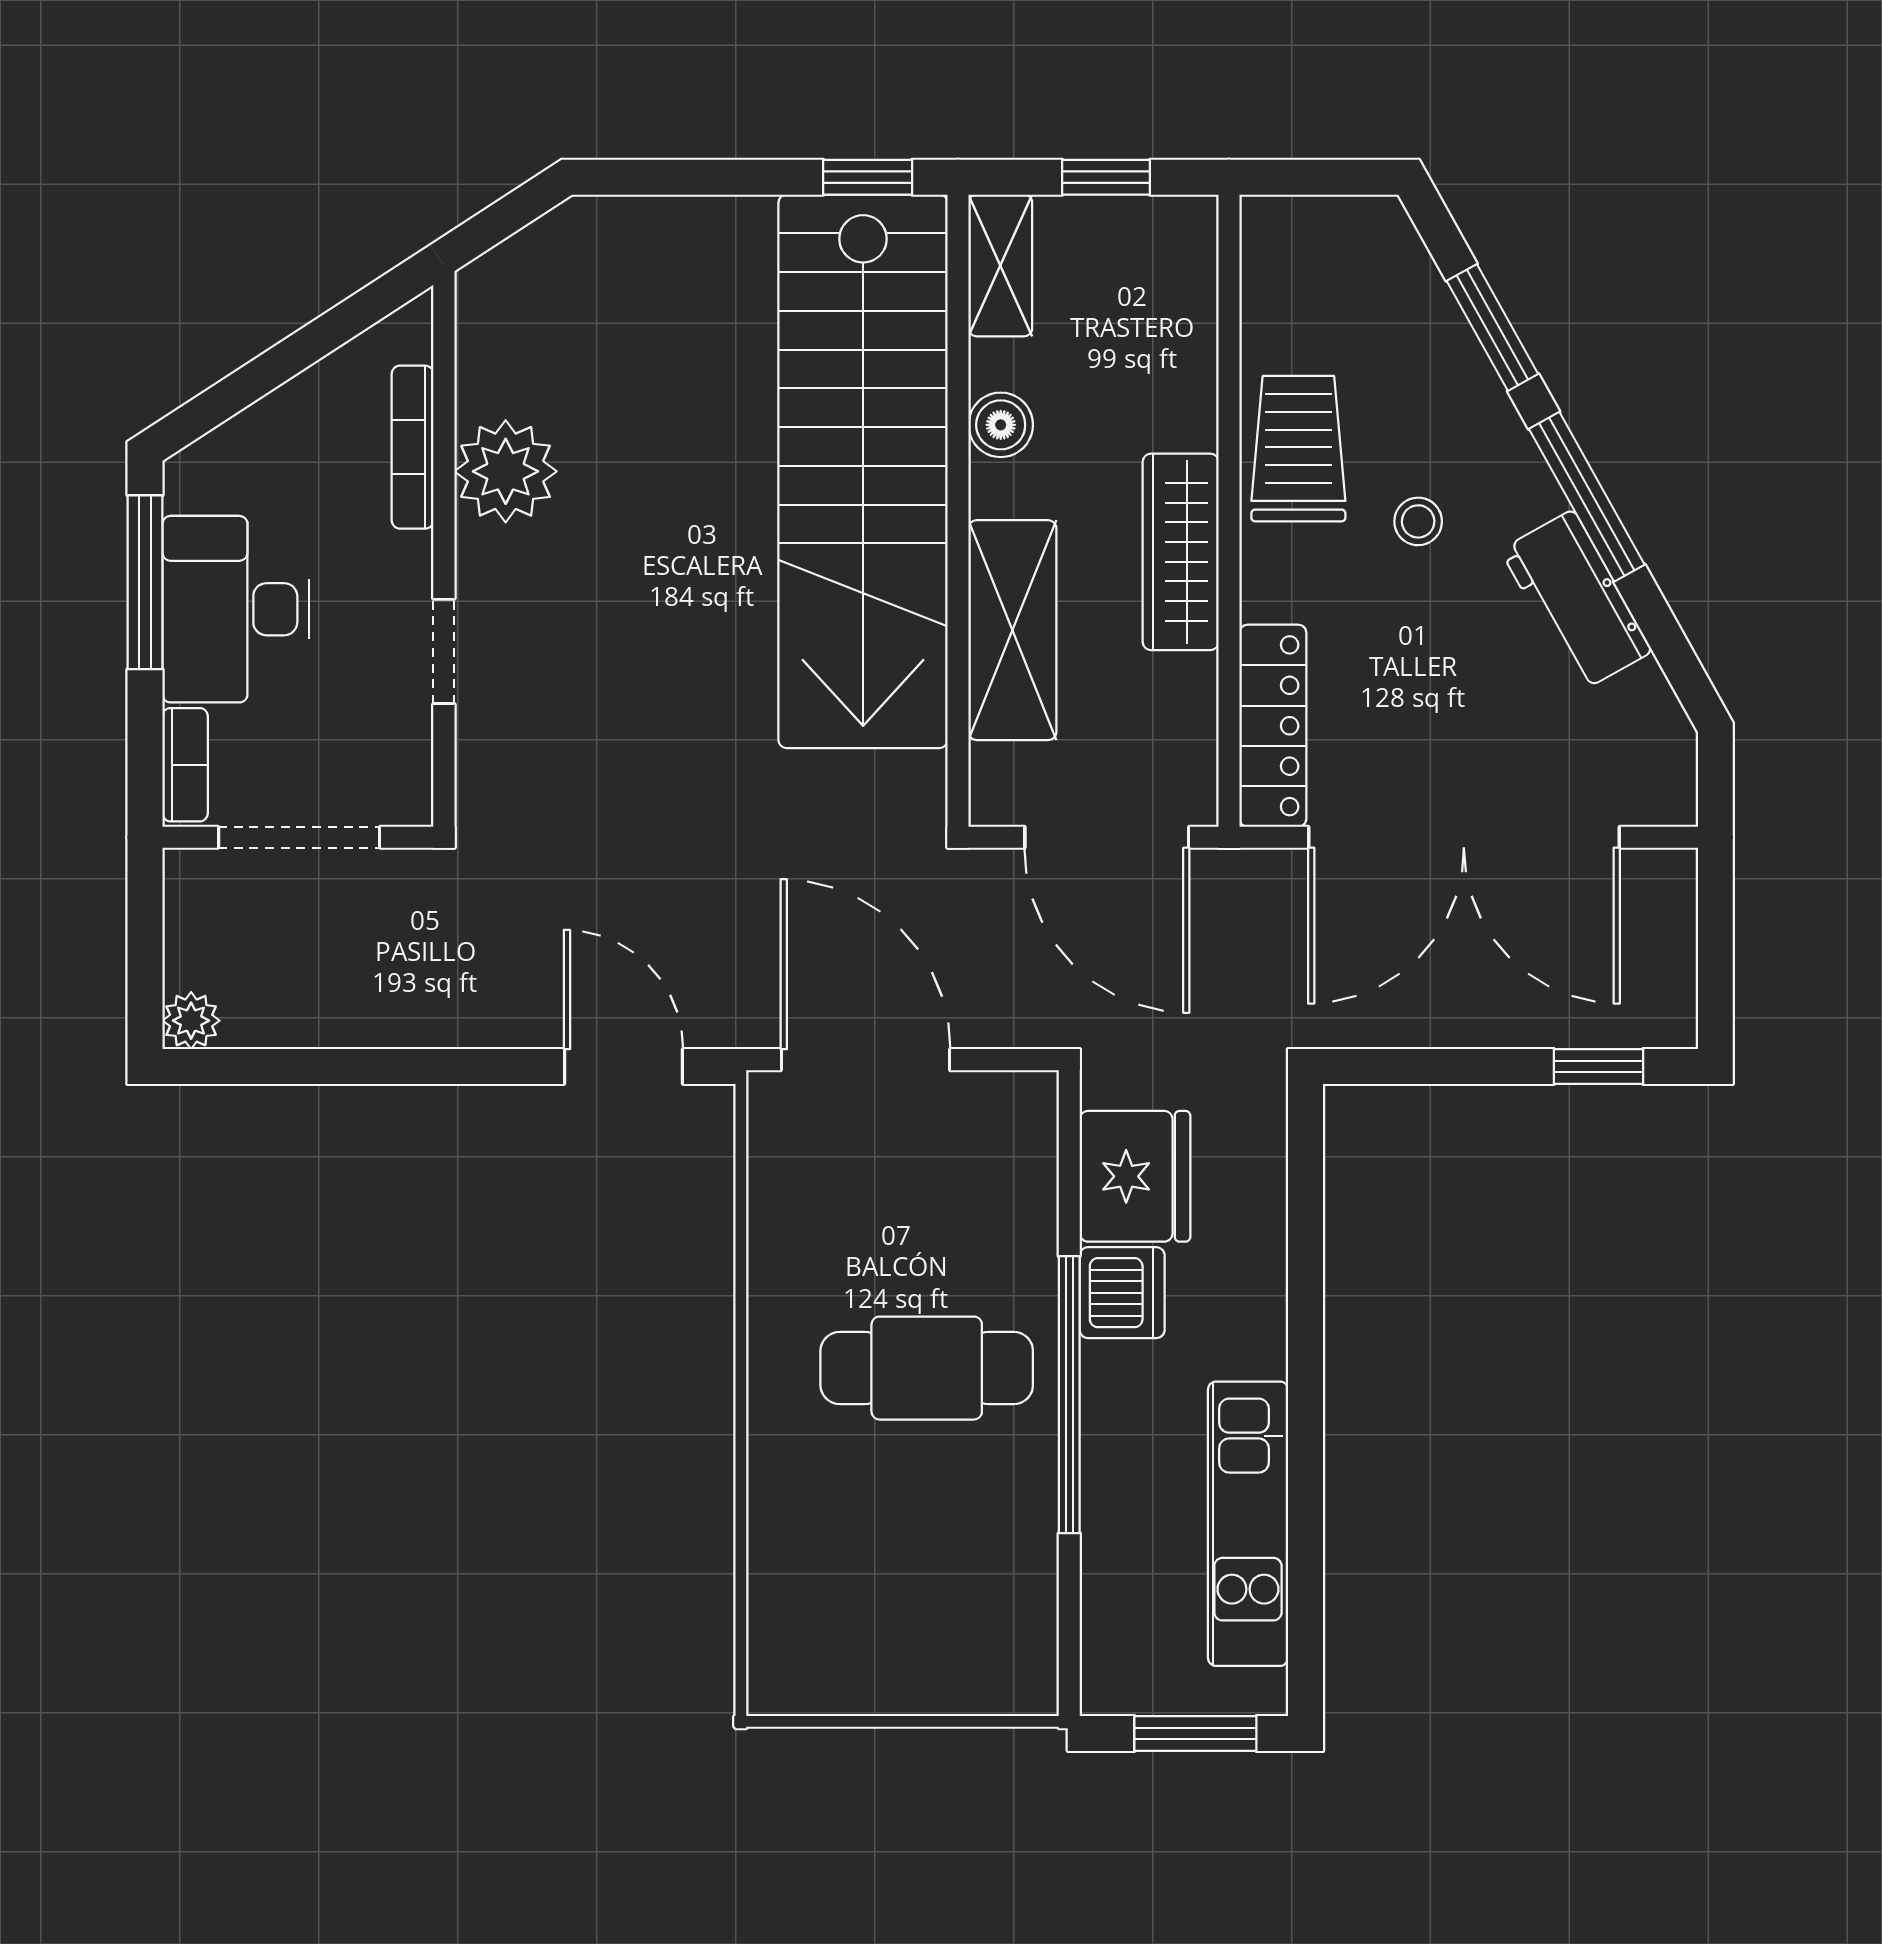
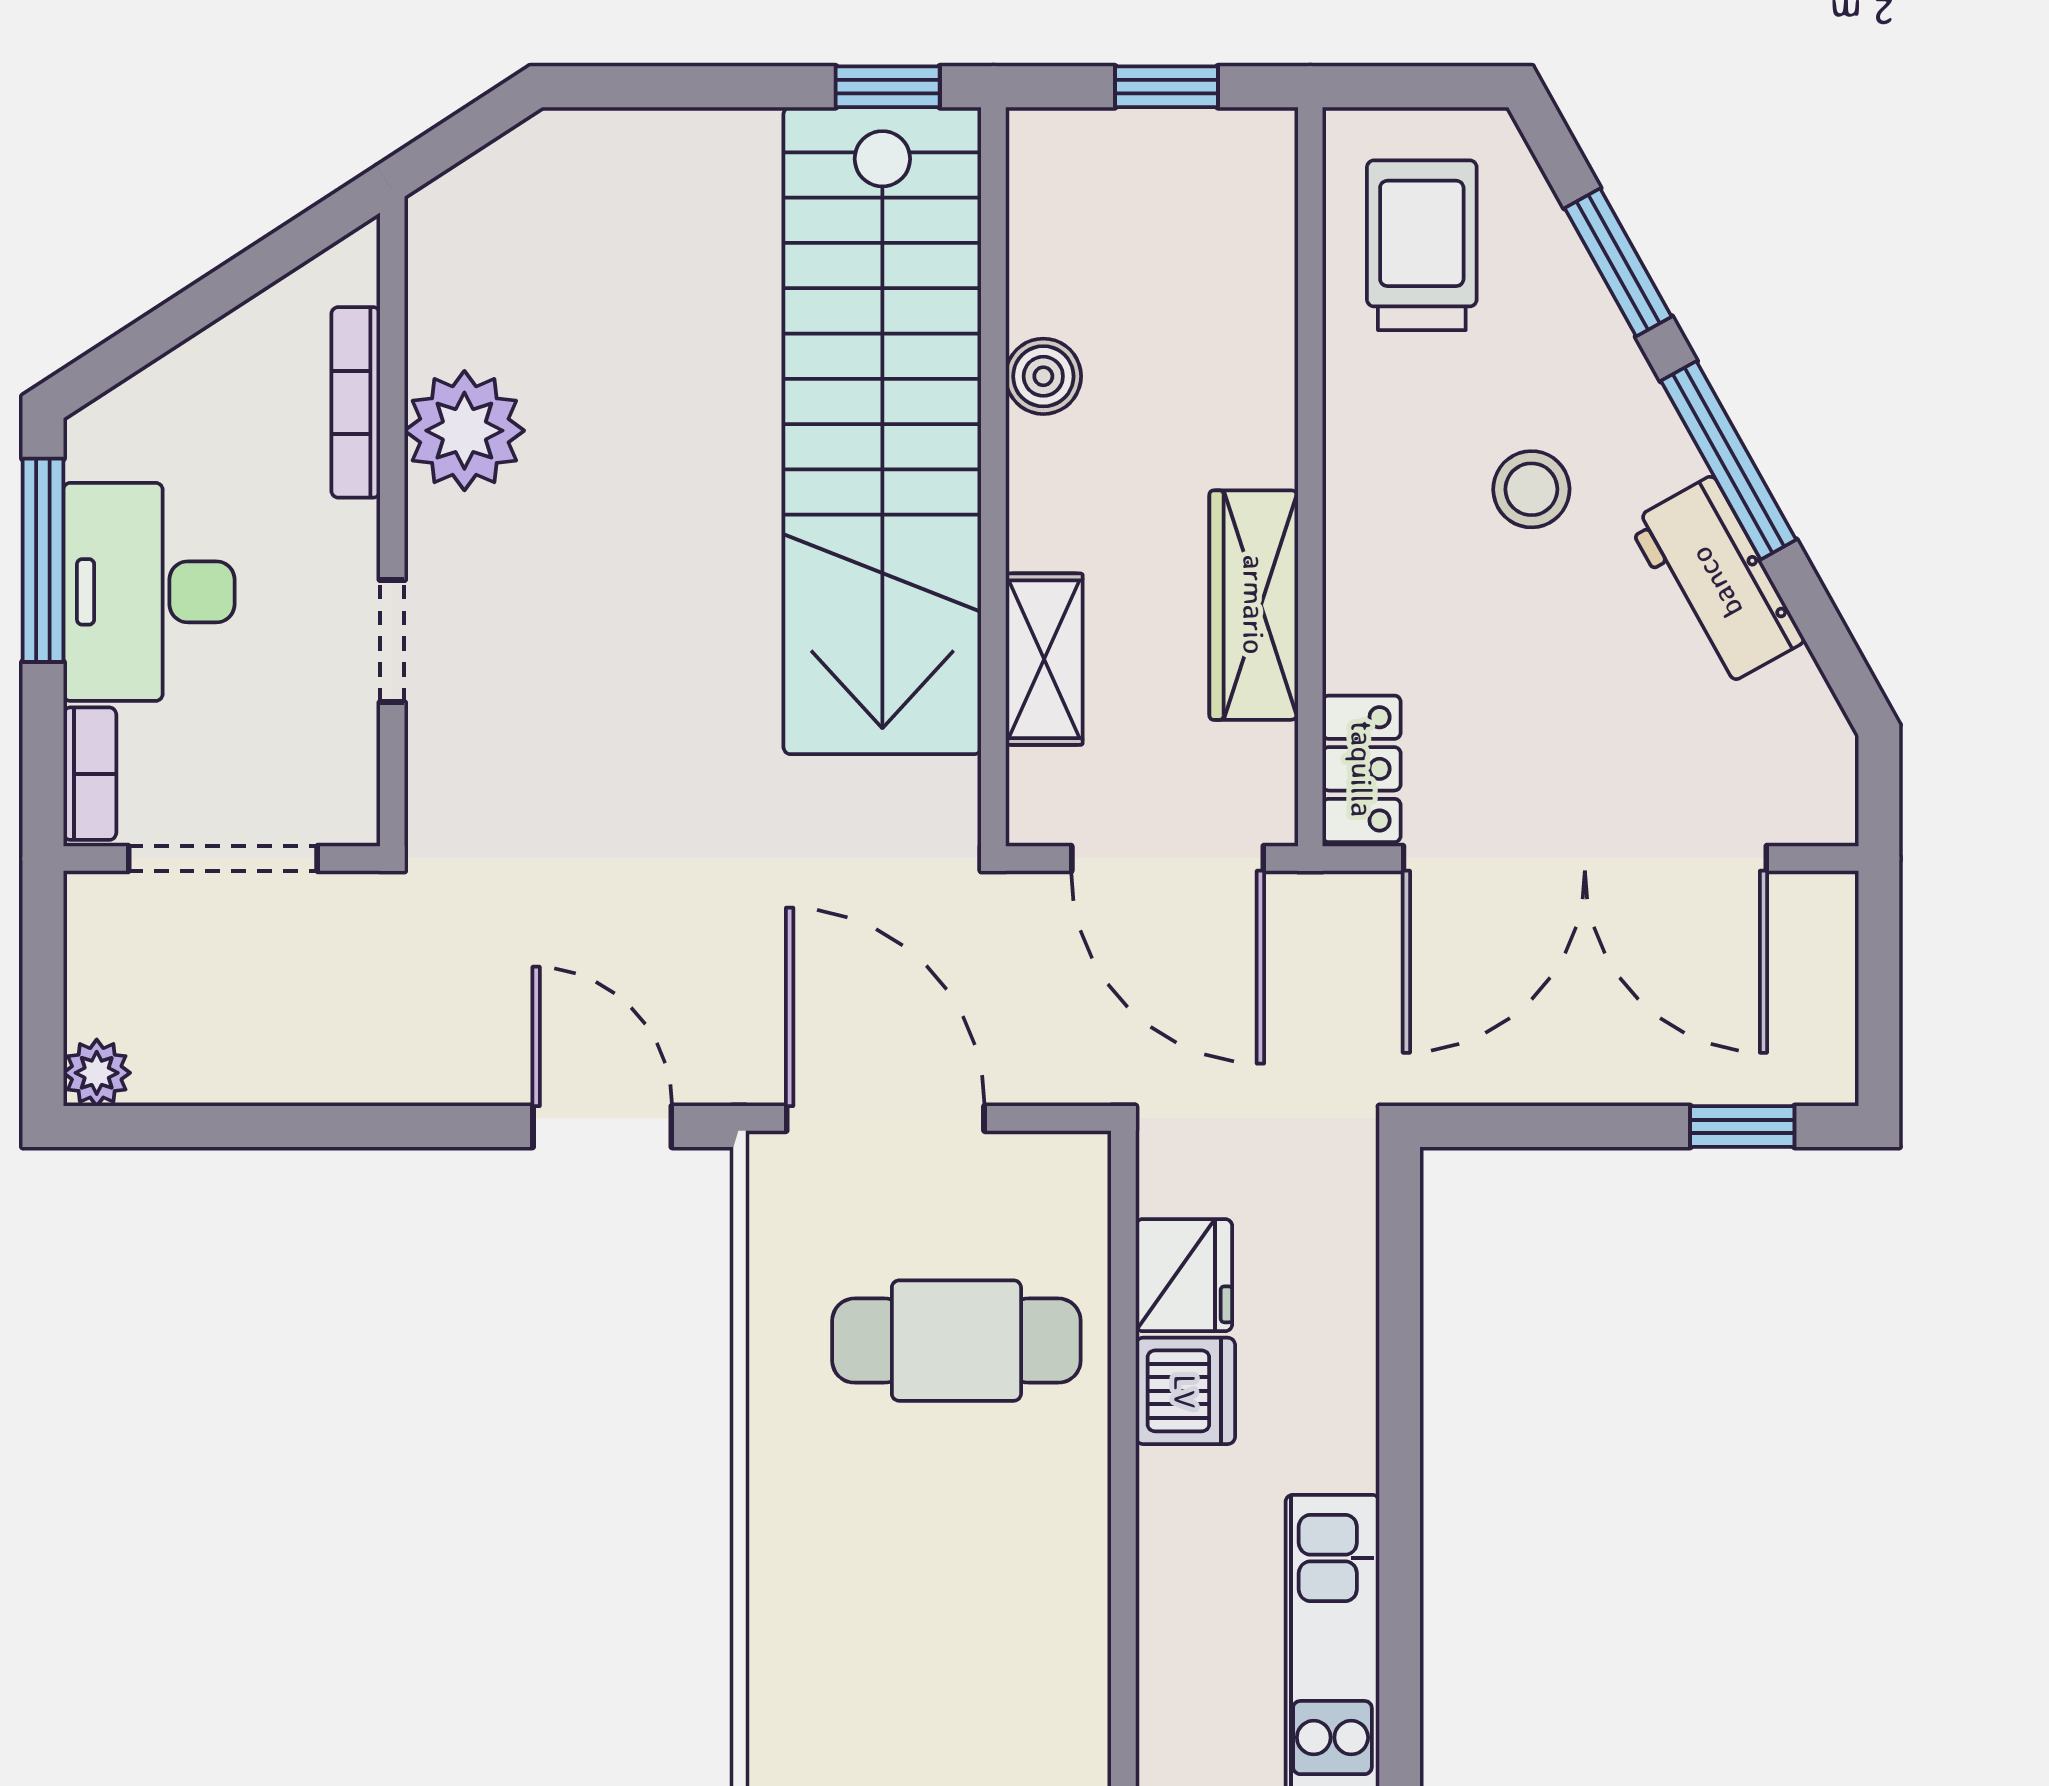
shelving: (1000, 265) -> (1043, 190), removed
trolley: (1298, 449) -> (1422, 245), moved
stool: (1418, 521) -> (1531, 489), width x1.37, depth x1.37
wardrobe: (1181, 552) -> (1254, 605), moved
shelving: (1012, 630) -> (1044, 659), width x0.67, depth x0.75
locker: (1273, 726) -> (1362, 769), width x0.66
fridge: (1135, 1176) -> (1184, 1275), width x0.73, depth x0.75
cafe table: (927, 1368) -> (956, 1341), moved
window: (1069, 1395) -> (1123, 1510), removed

